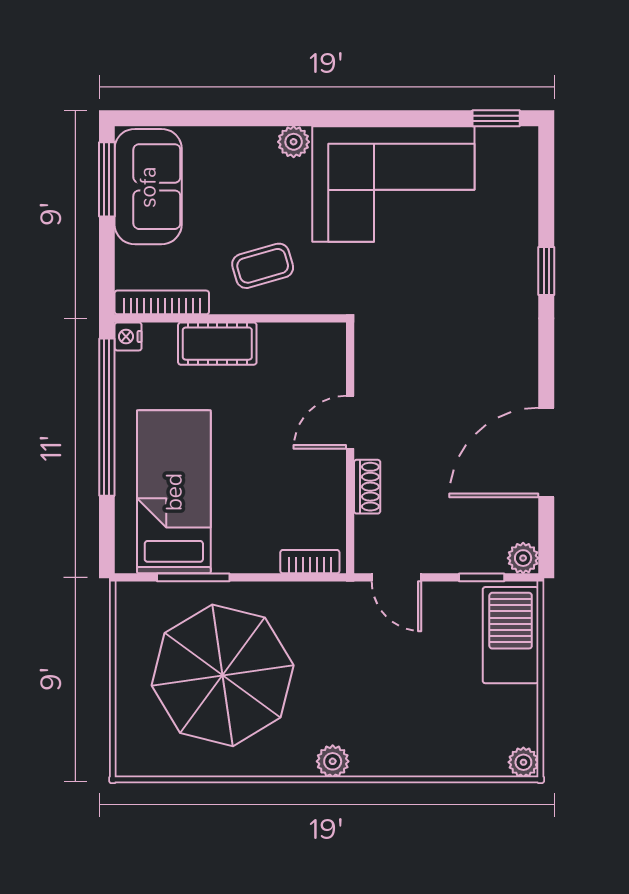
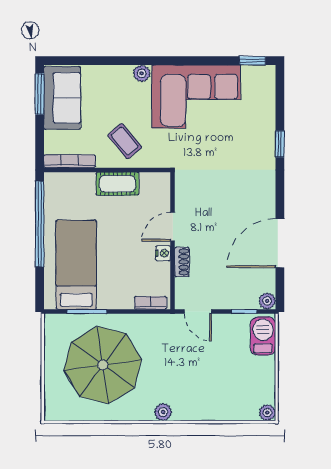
coffee table: (263, 266) -> (125, 141), turned 66
nightstand: (128, 336) -> (163, 253), moved, turned 180
cot: (217, 344) -> (117, 184), moved
barbecue: (511, 635) -> (263, 336), width x0.73, depth x0.83

